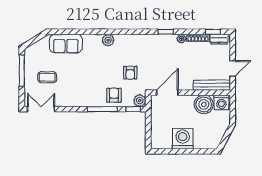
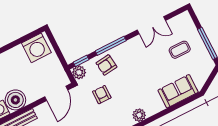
armchair: (114, 95) -> (106, 65), turned 83
double door: (41, 109) -> (151, 25), moved
washing machine: (183, 139) -> (36, 48), moved

